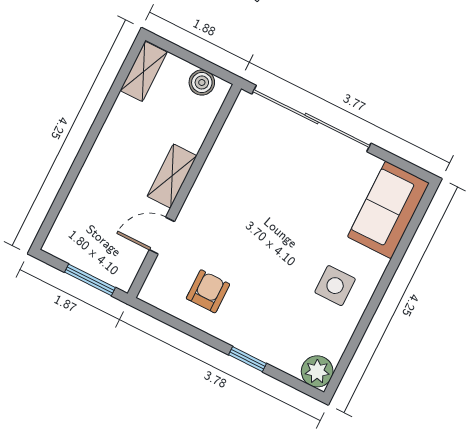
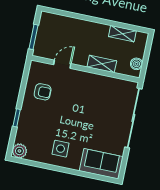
shelving: (144, 71) -> (122, 34), moved
shelving: (172, 176) -> (102, 64), moved
door: (162, 236) -> (62, 64), hinge flipped

